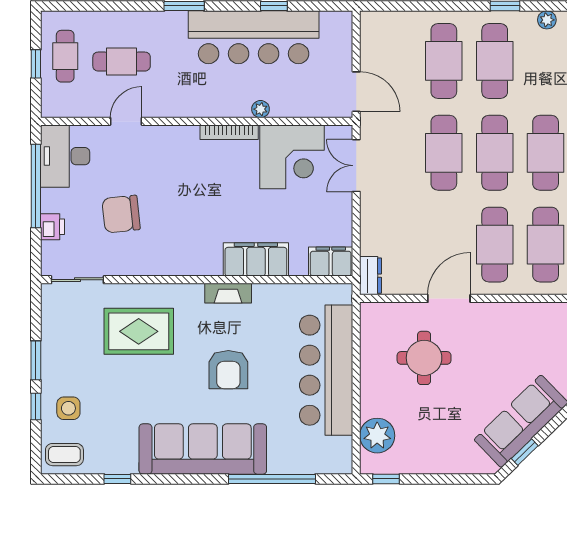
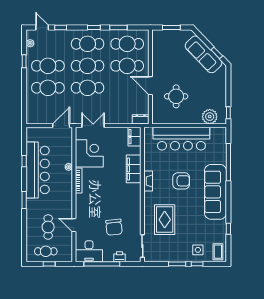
double door: (356, 166) -> (93, 126), swing flipped

